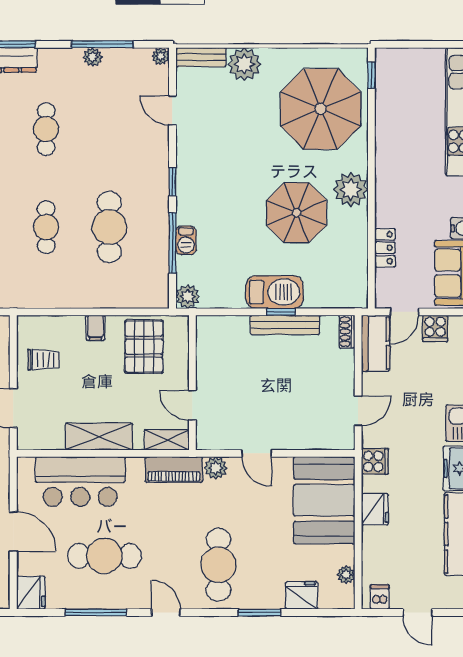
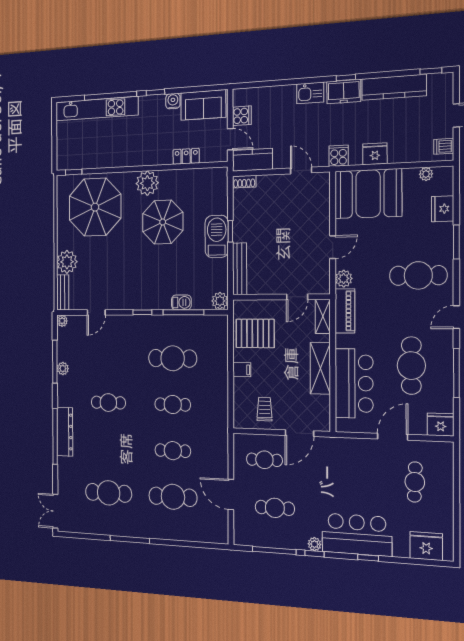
bench: (285, 325) -> (240, 269), moved

